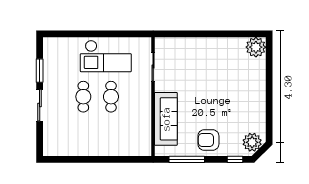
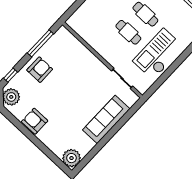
armchair: (254, 105) -> (35, 121), added
sofa: (166, 119) -> (106, 119), moved, turned 90

